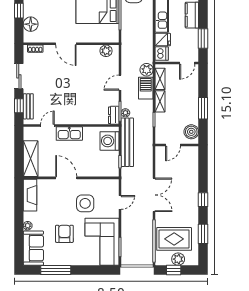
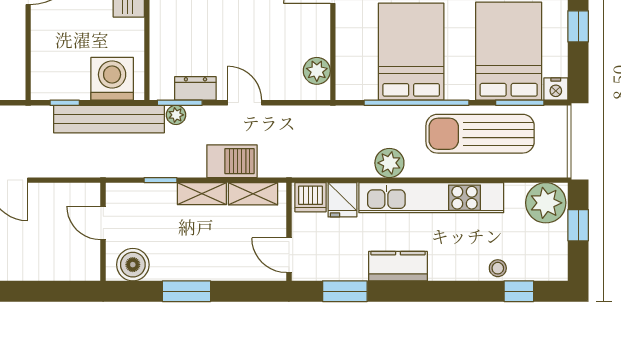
plant: (147, 70) -> (389, 163), moved
dresser: (114, 115) -> (195, 88), moved

